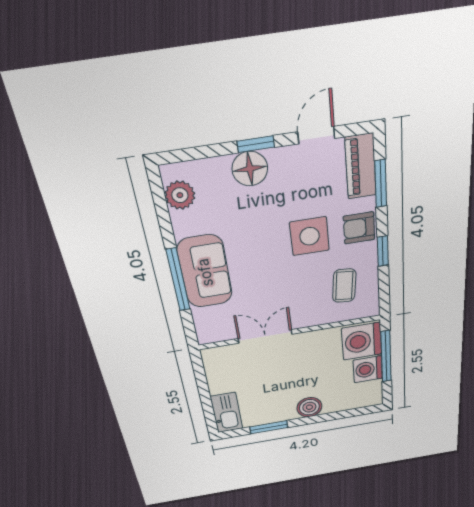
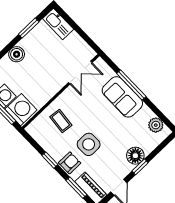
coffee table: (344, 286) -> (61, 121), moved
double door: (265, 336) -> (80, 73), moved

